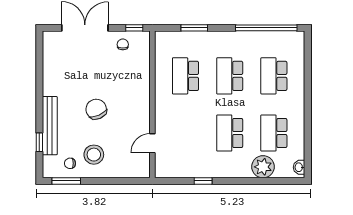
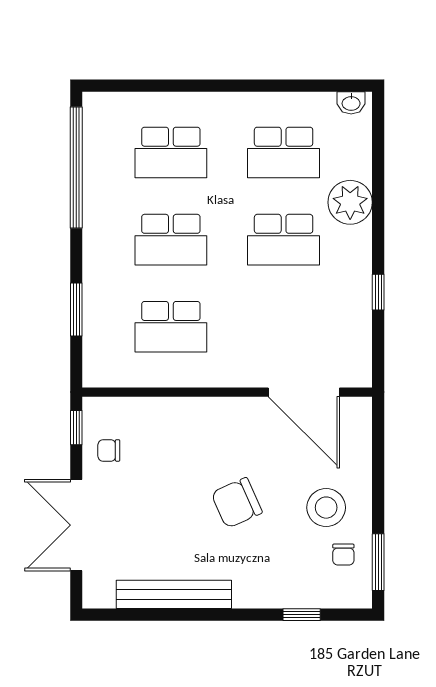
bench: (50, 126) -> (174, 594), moved
door: (152, 143) -> (304, 392), width x1.88
plant: (263, 167) -> (350, 202), moved

